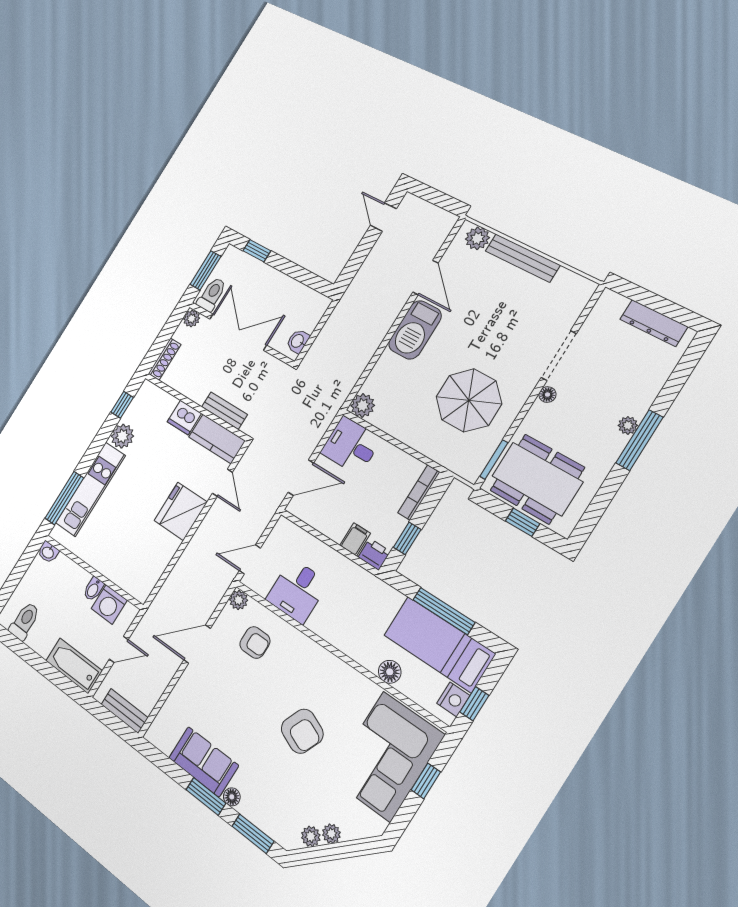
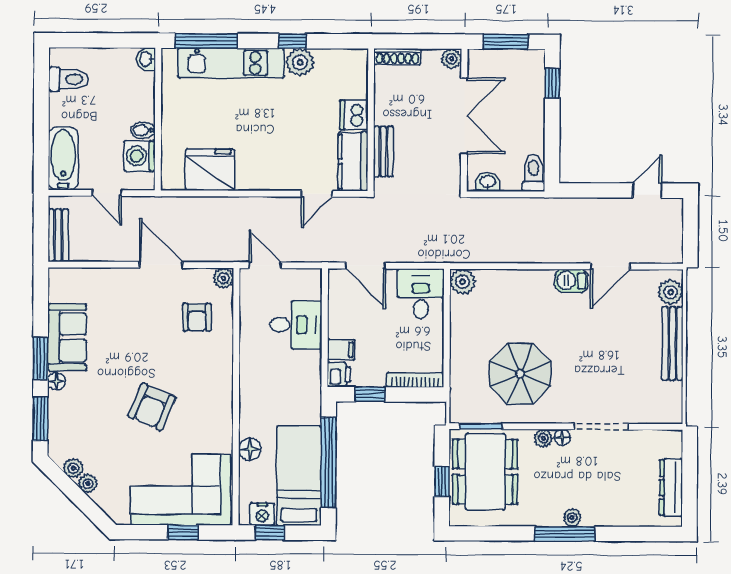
toilet: (212, 294) -> (533, 173), moved, turned -90
barbecue: (415, 330) -> (571, 281), width x0.53, depth x0.65
window: (122, 405) -> (292, 41), moved
plant: (538, 411) -> (543, 438), added
fridge: (181, 511) -> (210, 170), moved
desk: (297, 591) -> (296, 325), moved, turned 180
window: (444, 611) -> (329, 463), width x1.46

